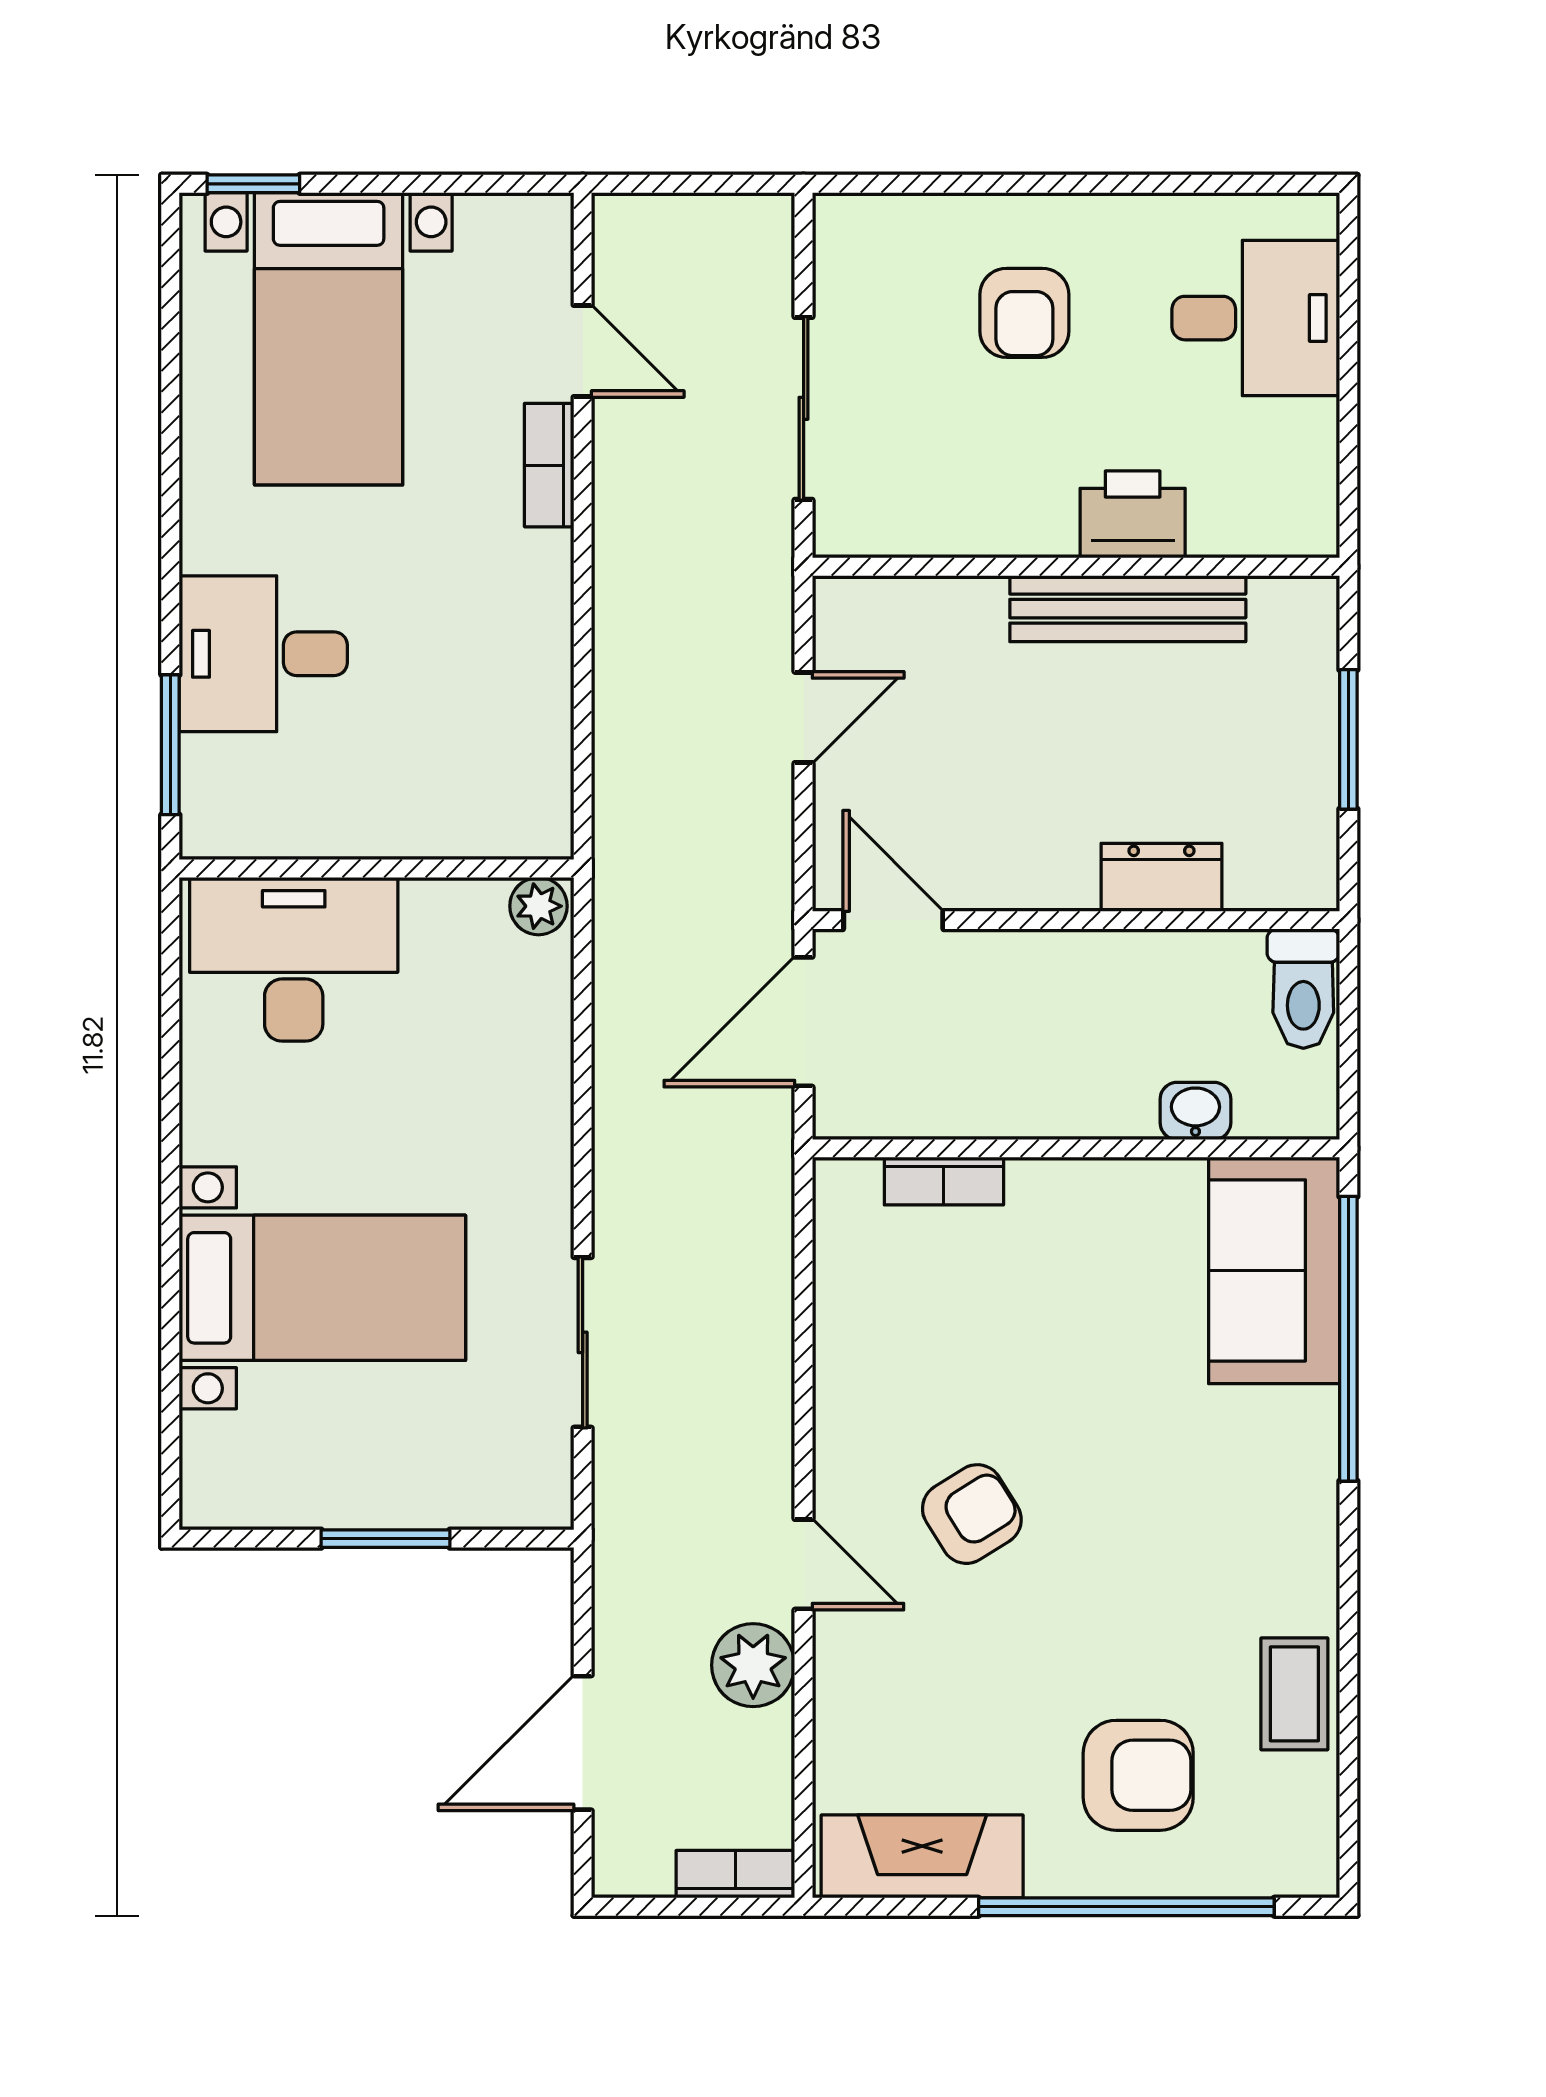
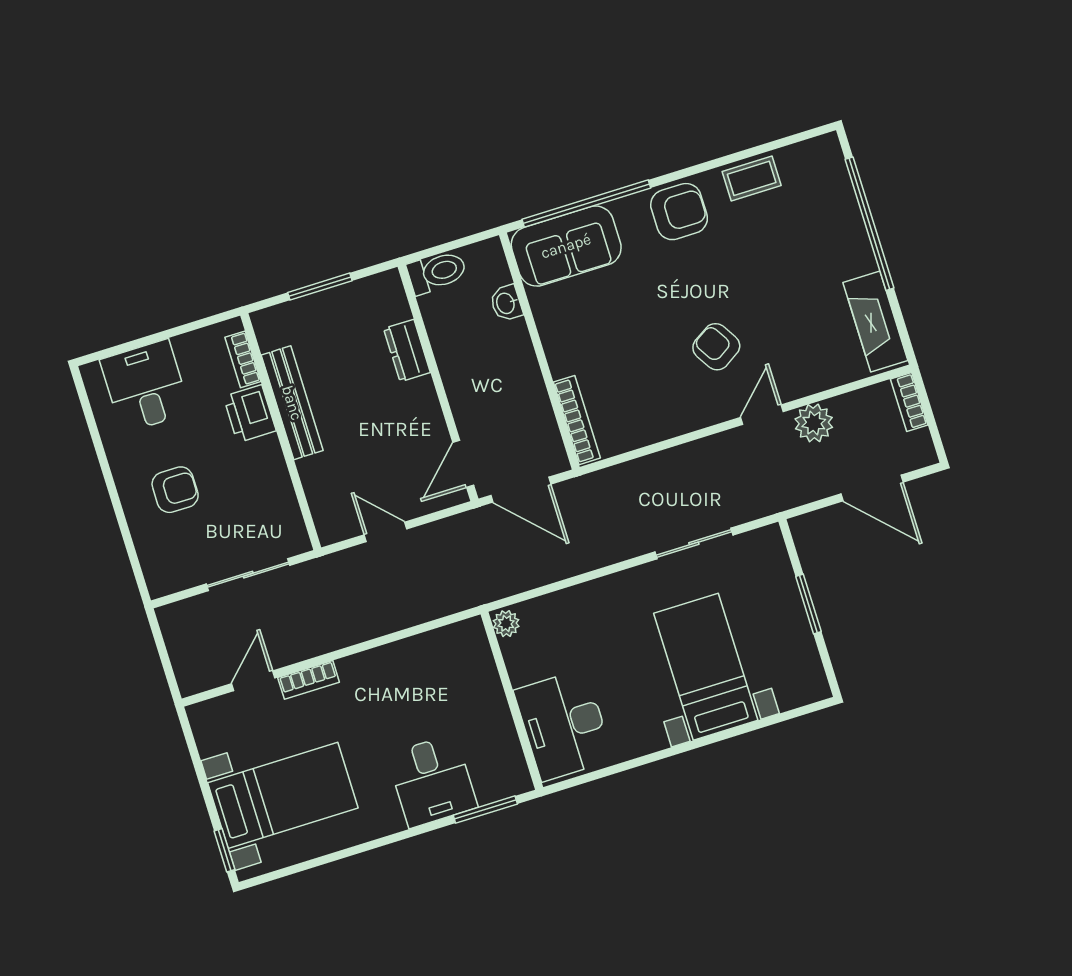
bookcase: (1248, 535) -> (243, 359), added
bookcase: (944, 1181) -> (577, 420), width x1.56
armchair: (1138, 1775) -> (679, 212), moved, turned 90

